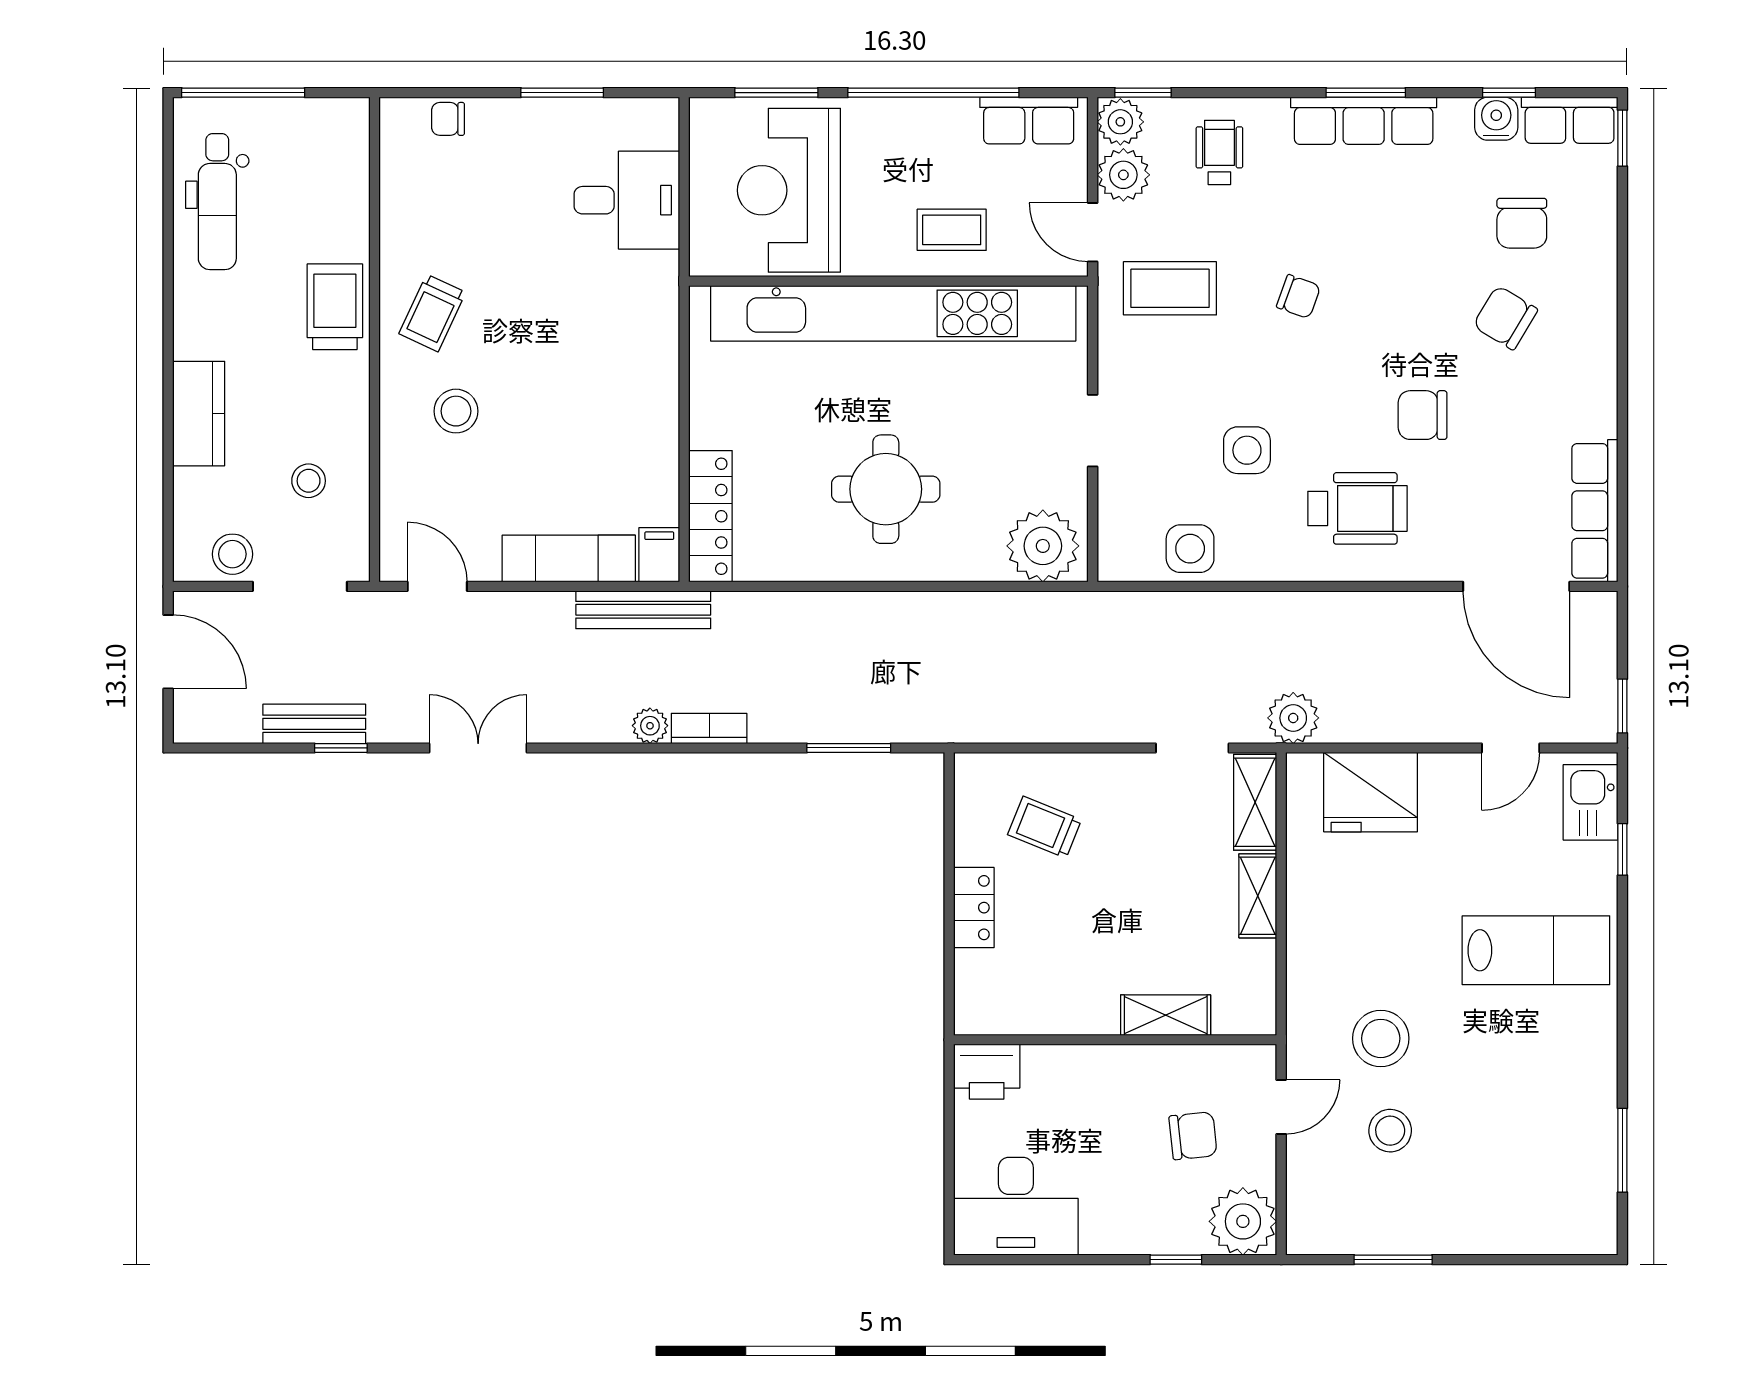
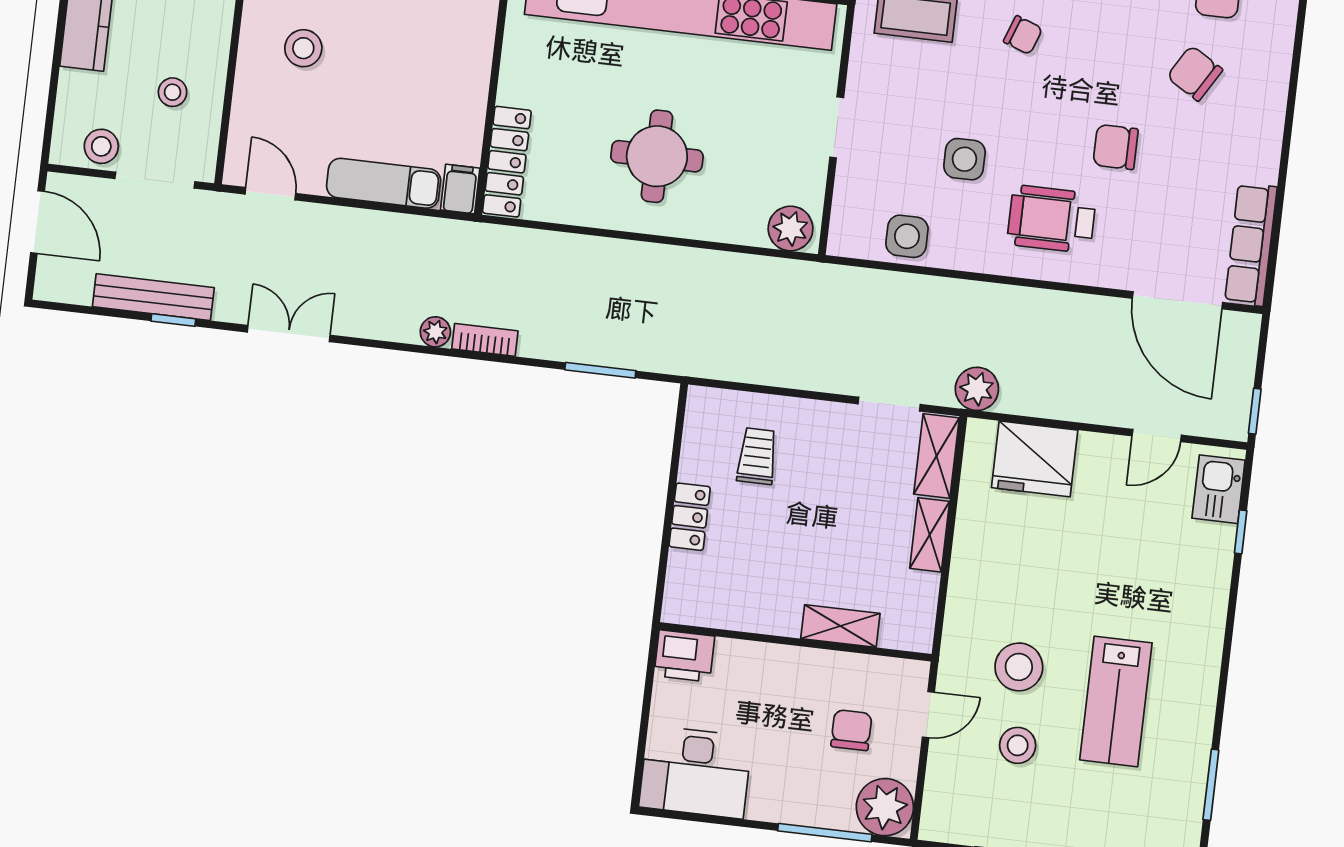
wheelchair: (1357, 508) -> (1052, 219), turned 180
plant: (1043, 546) -> (791, 229), width x0.73, depth x0.73
bench: (643, 610) -> (441, 234), removed
bench: (314, 724) -> (153, 297), width x1.36
trolley: (1045, 827) -> (757, 456), turned 68
lab bench: (1536, 950) -> (1116, 701), moved, turned 90
chair: (1193, 1136) -> (851, 730), turned -84
window: (1176, 1260) -> (825, 833), width x2.17

